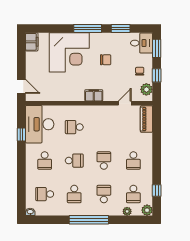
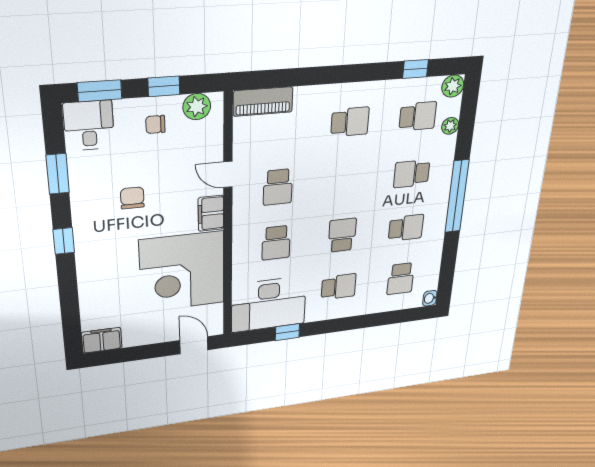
window: (88, 28) -> (64, 241), width x0.46
corner desk: (69, 52) -> (182, 272), moved, turned 180
door: (21, 86) -> (194, 345), hinge flipped
door: (125, 103) -> (228, 174), moved
school desk: (104, 161) -> (278, 187), moved, turned -90

